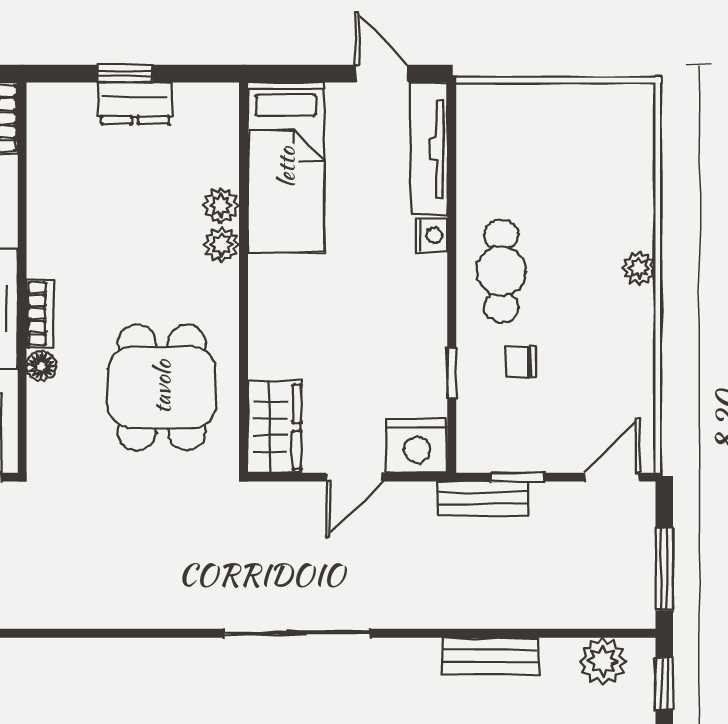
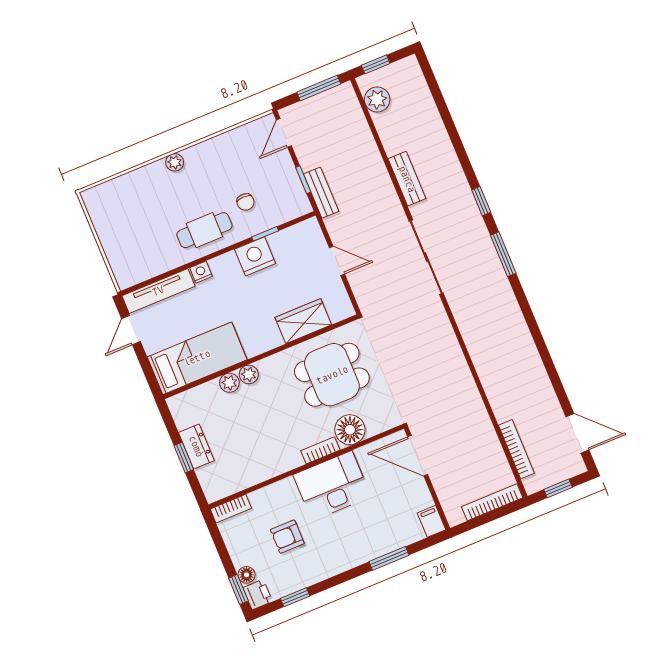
floor lamp: (41, 366) -> (350, 430), width x1.89, depth x1.89
wardrobe: (274, 427) -> (303, 321), moved
nightstand: (417, 446) -> (255, 256), moved, turned -90
door: (612, 477) -> (284, 133), hinge flipped
bench: (490, 656) -> (407, 179), moved

